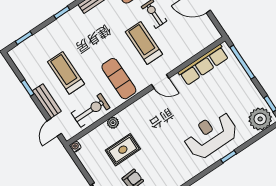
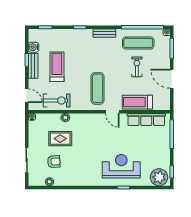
treadmill: (144, 43) -> (137, 102), moved, turned -90
water cooler: (26, 69) -> (33, 47), added
exercise mat: (119, 79) -> (98, 88), moved
bench: (47, 101) -> (33, 66), moved
door: (54, 127) -> (27, 96), swing flipped

